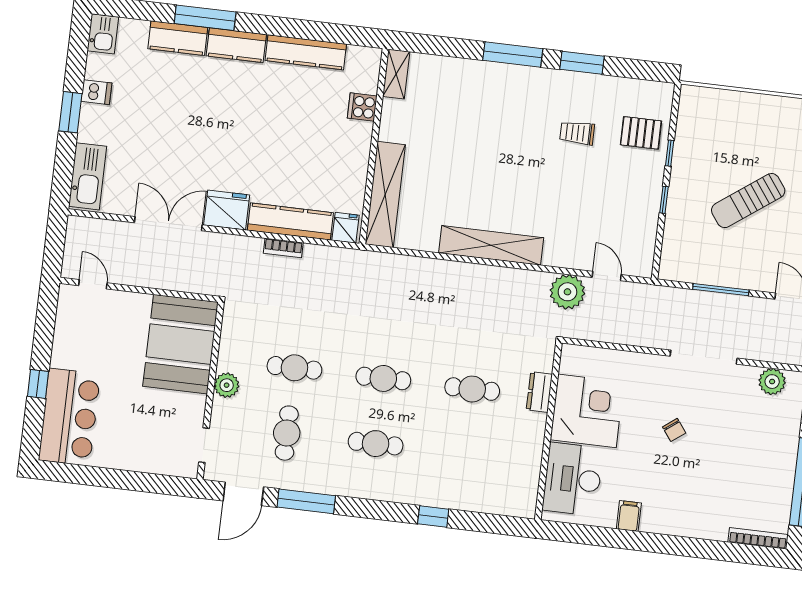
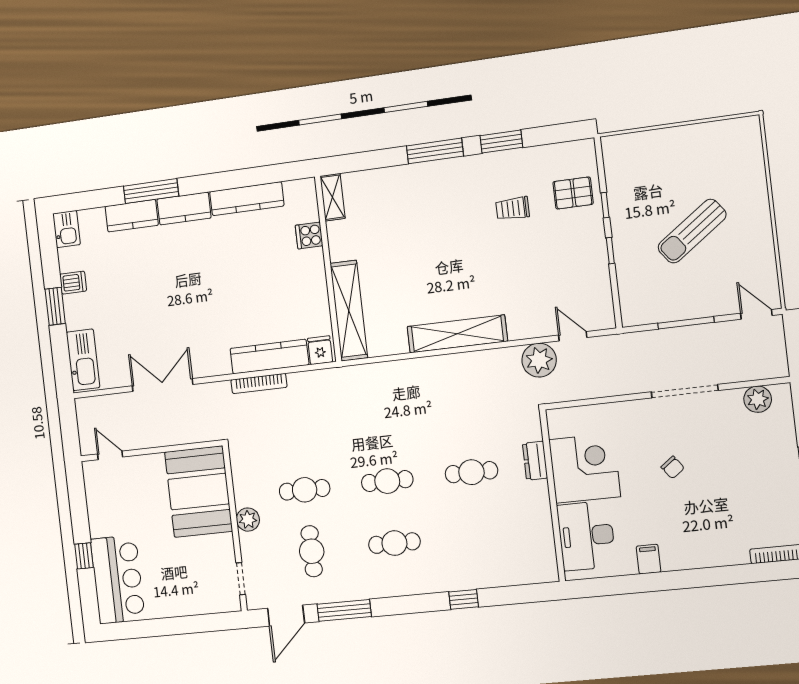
fridge: (227, 210) -> (211, 360), removed
bookcase: (283, 248) -> (259, 383), width x1.56

